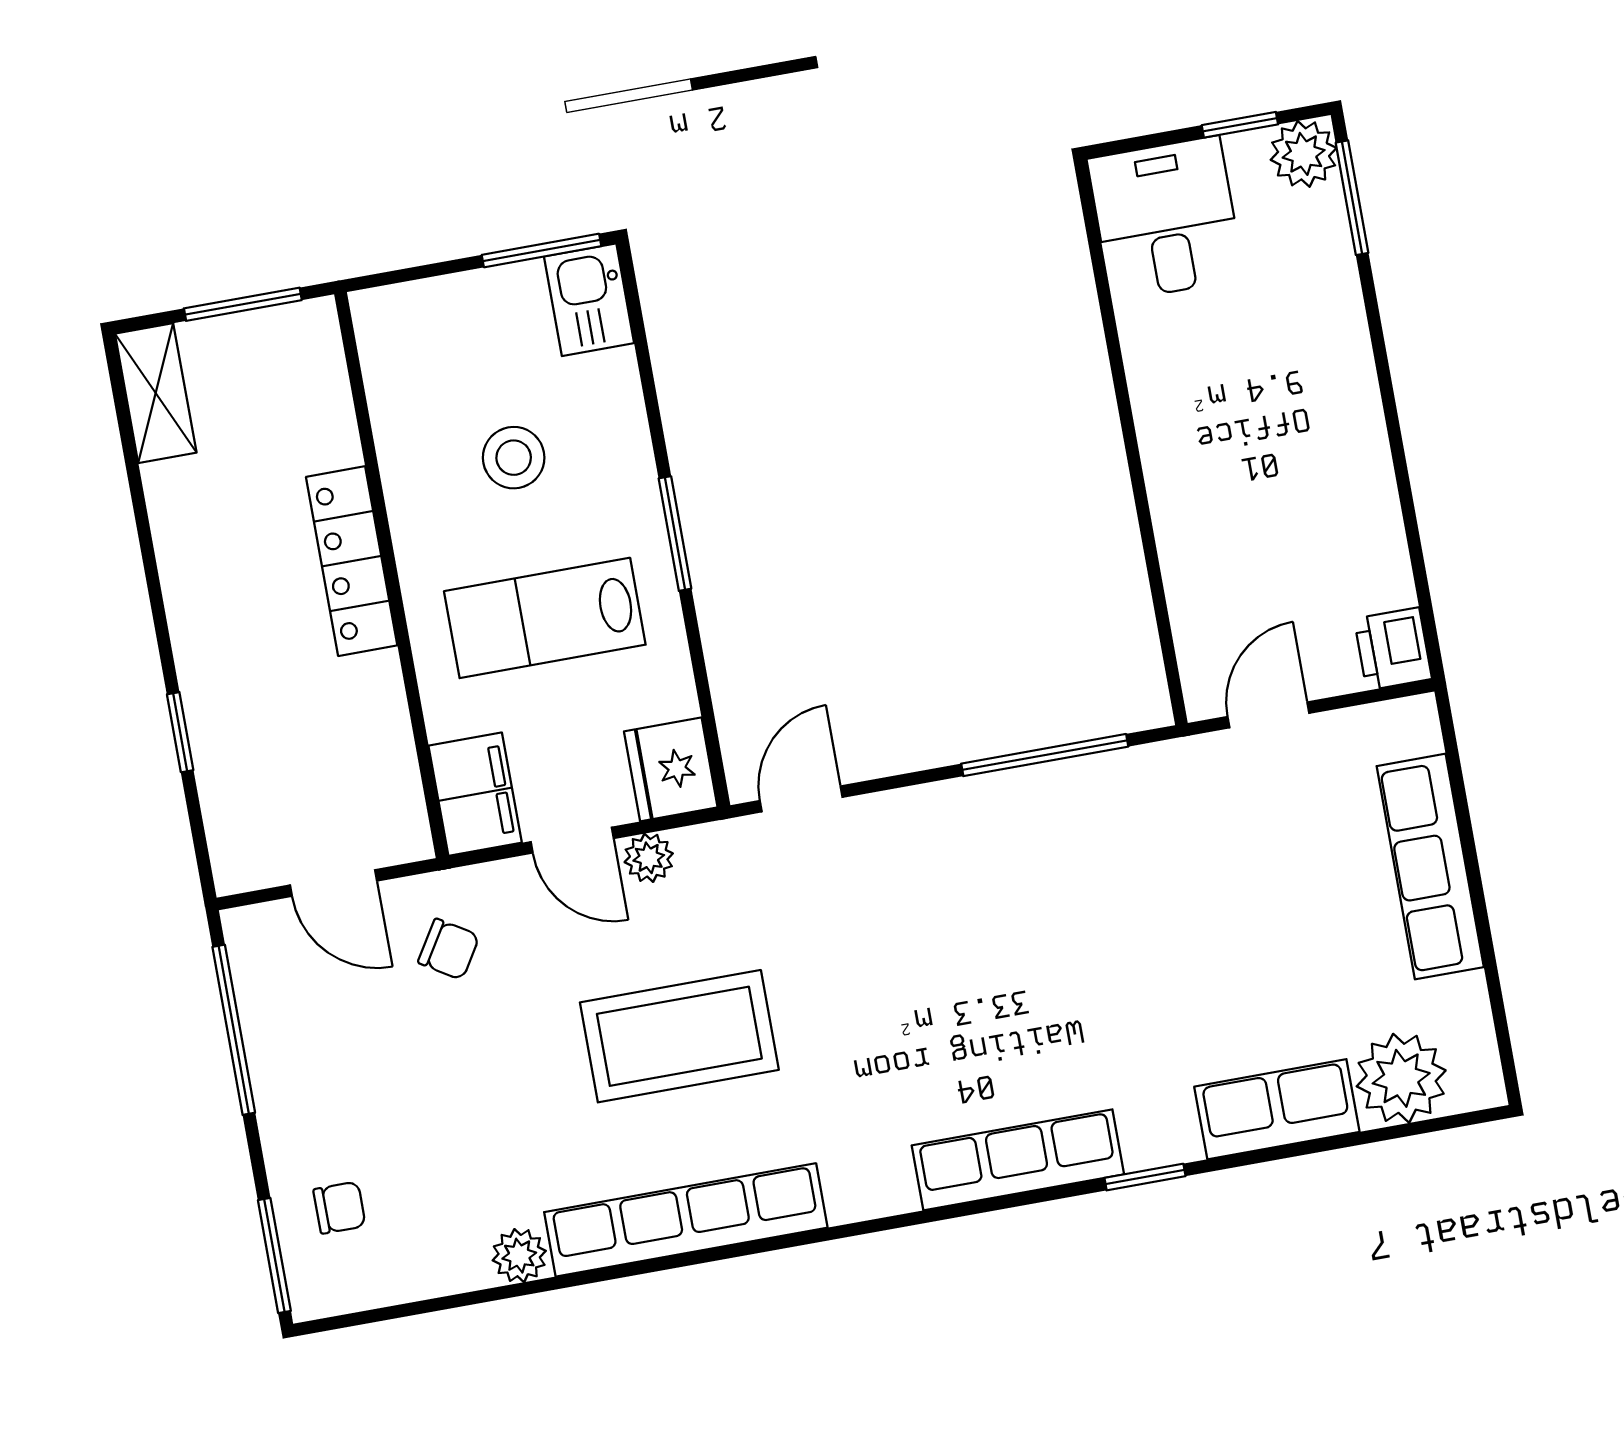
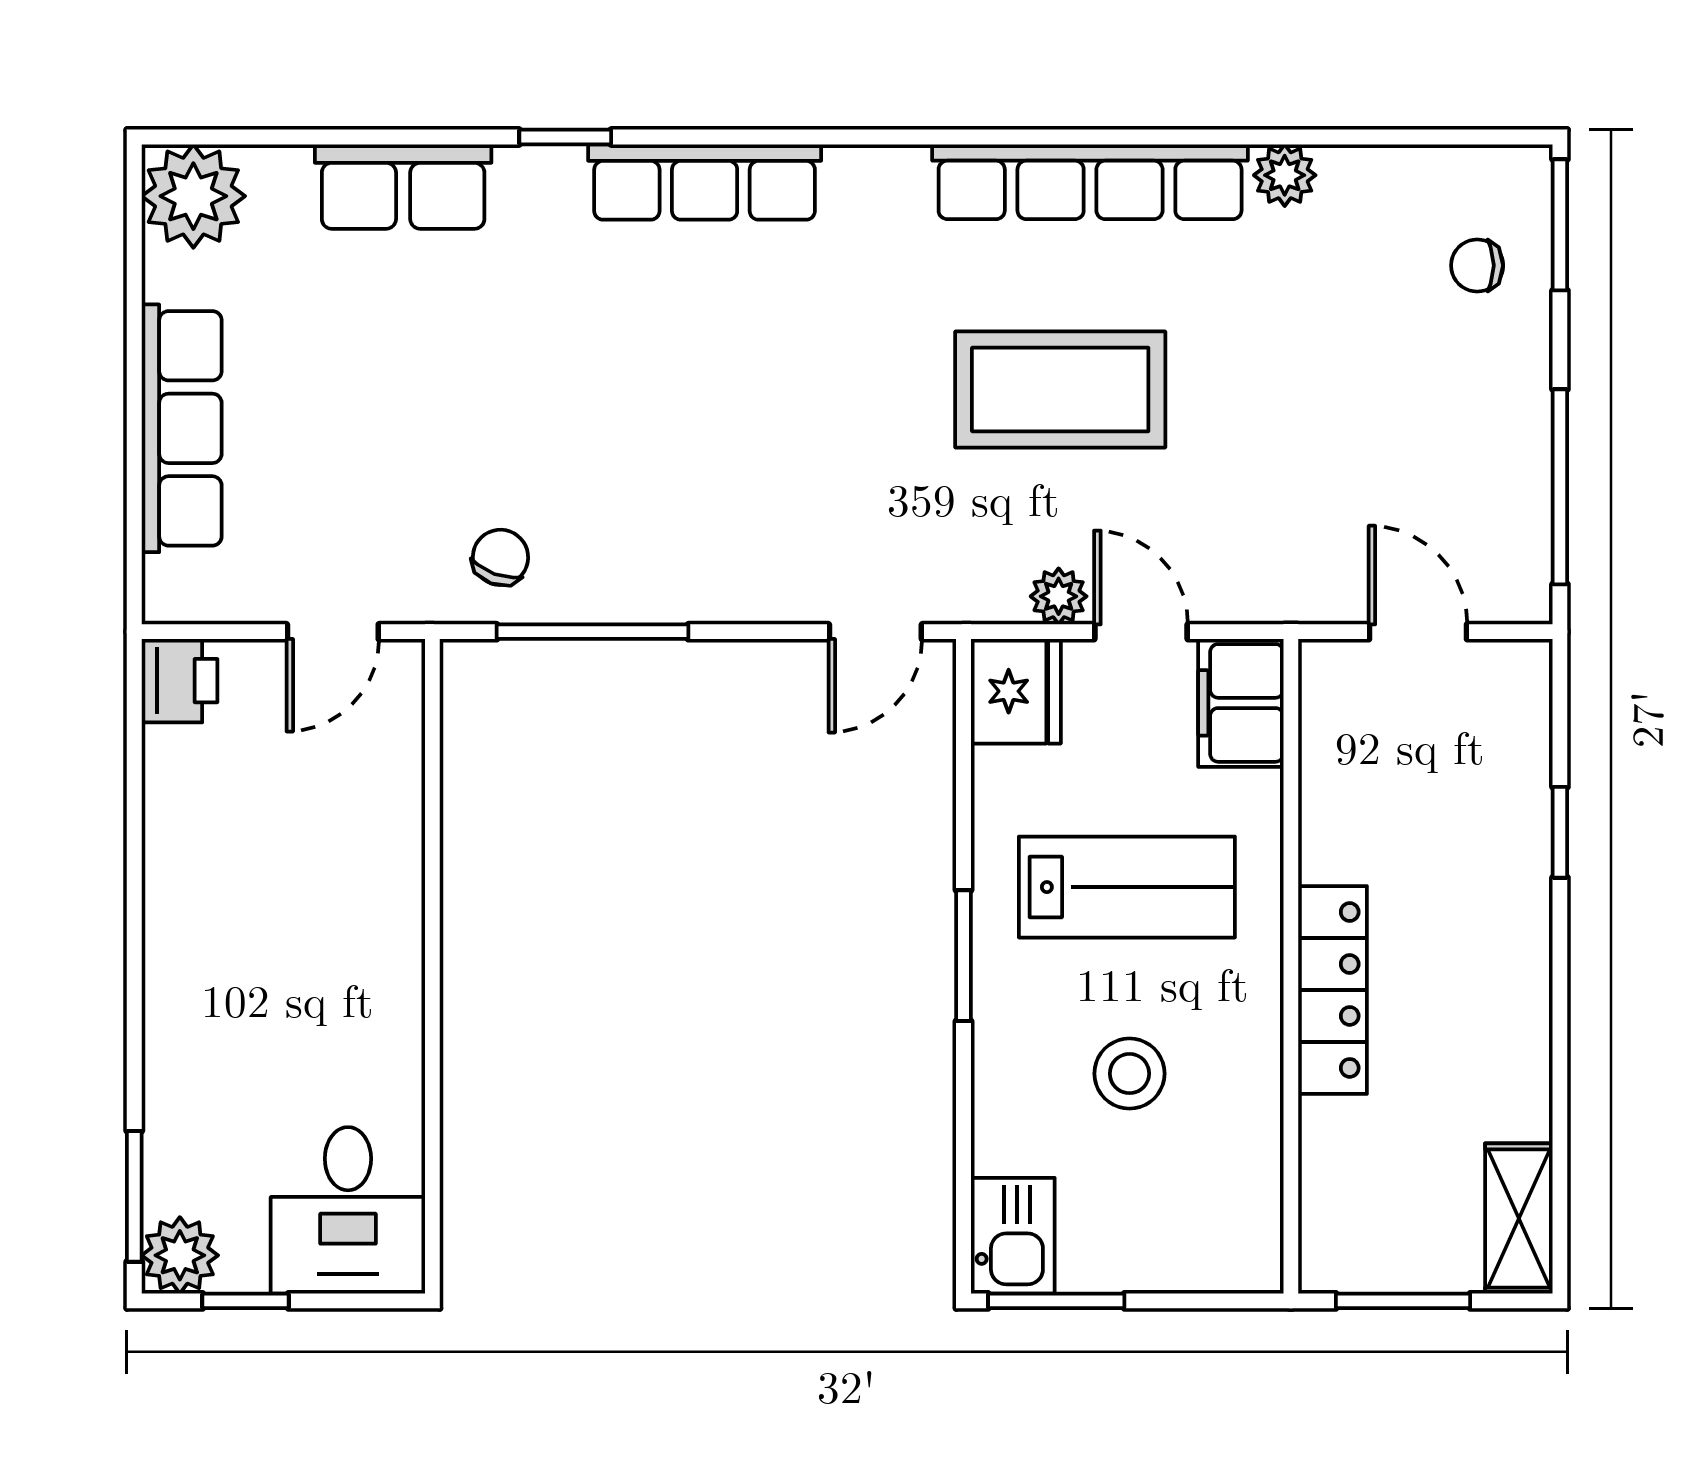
chair: (449, 949) -> (500, 557), moved, turned 78
plant: (1401, 1078) -> (193, 196), moved

